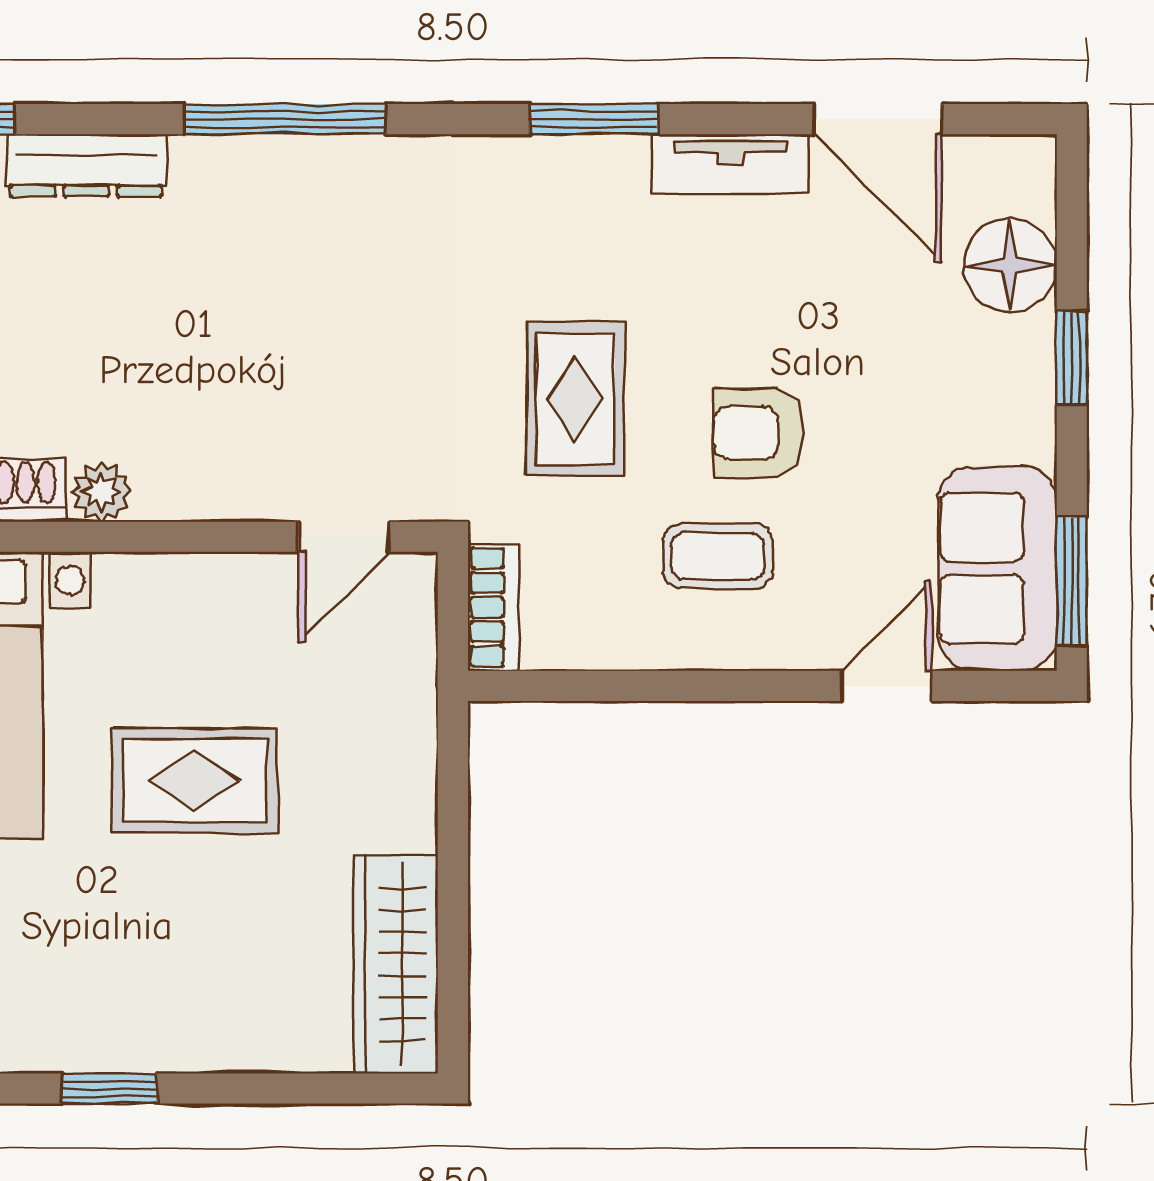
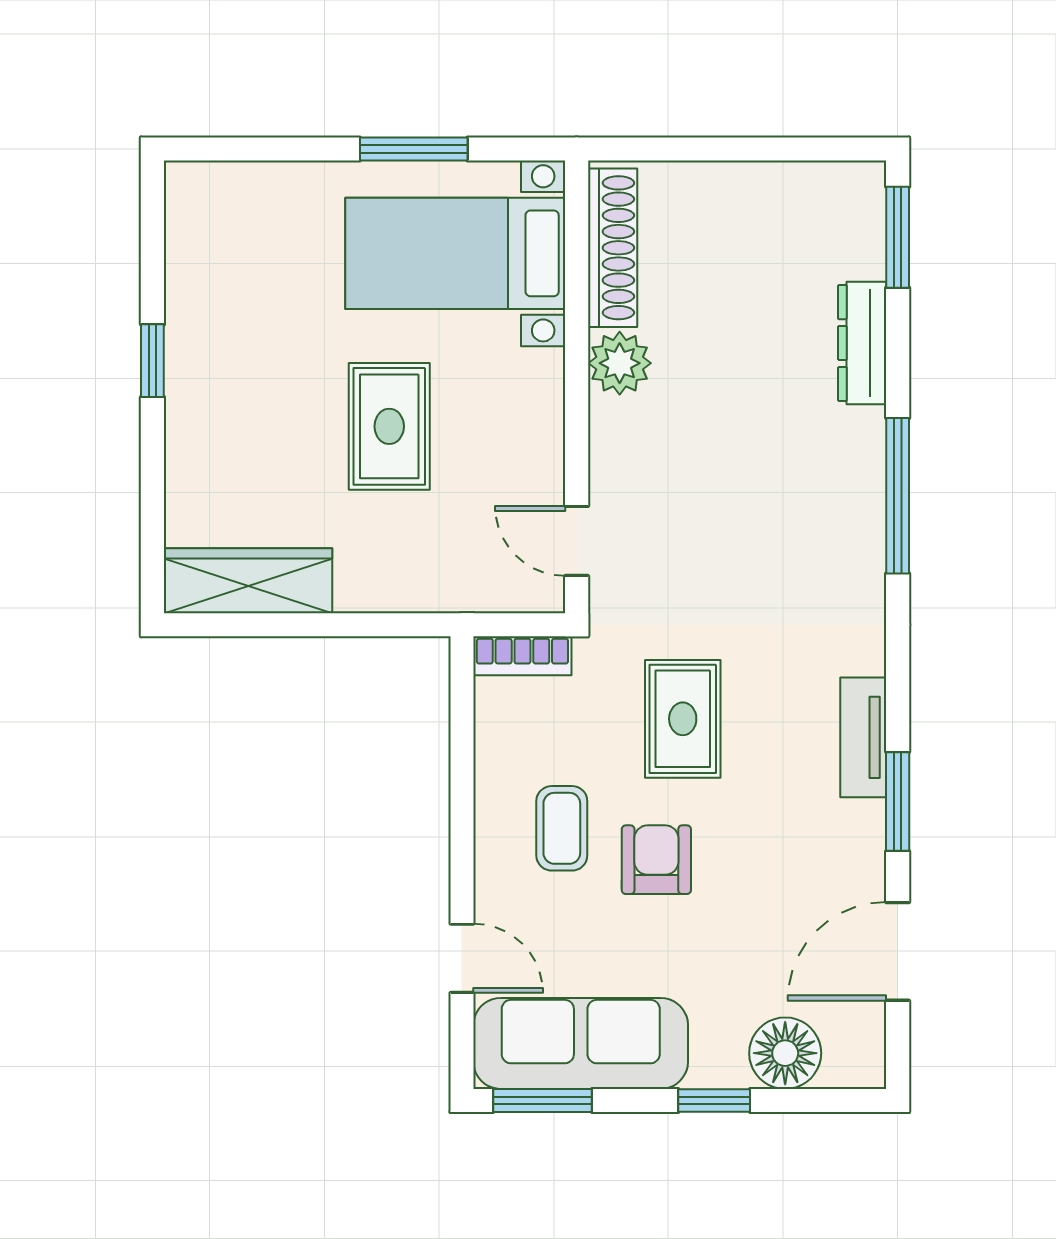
window: (594, 119) -> (898, 802), moved
tv unit: (731, 164) -> (863, 737), moved
rug: (575, 399) -> (683, 719), turned 90
plant: (101, 492) -> (620, 363), width x1.38, depth x1.38
sofa: (998, 568) -> (581, 1043), width x1.36

